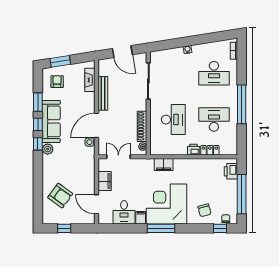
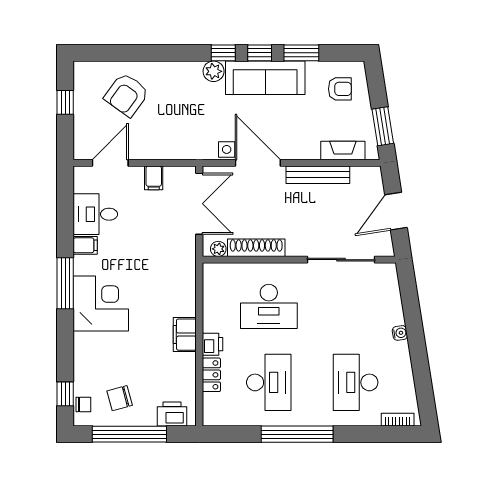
window: (60, 61) -> (383, 126), moved
double door: (118, 157) -> (199, 204), width x1.37
filing cabinet: (164, 164) -> (185, 335), moved
filing cabinet: (105, 181) -> (154, 178), width x0.50
corner desk: (166, 204) -> (101, 303), width x0.74, depth x0.74
chair: (204, 210) -> (120, 398), moved

